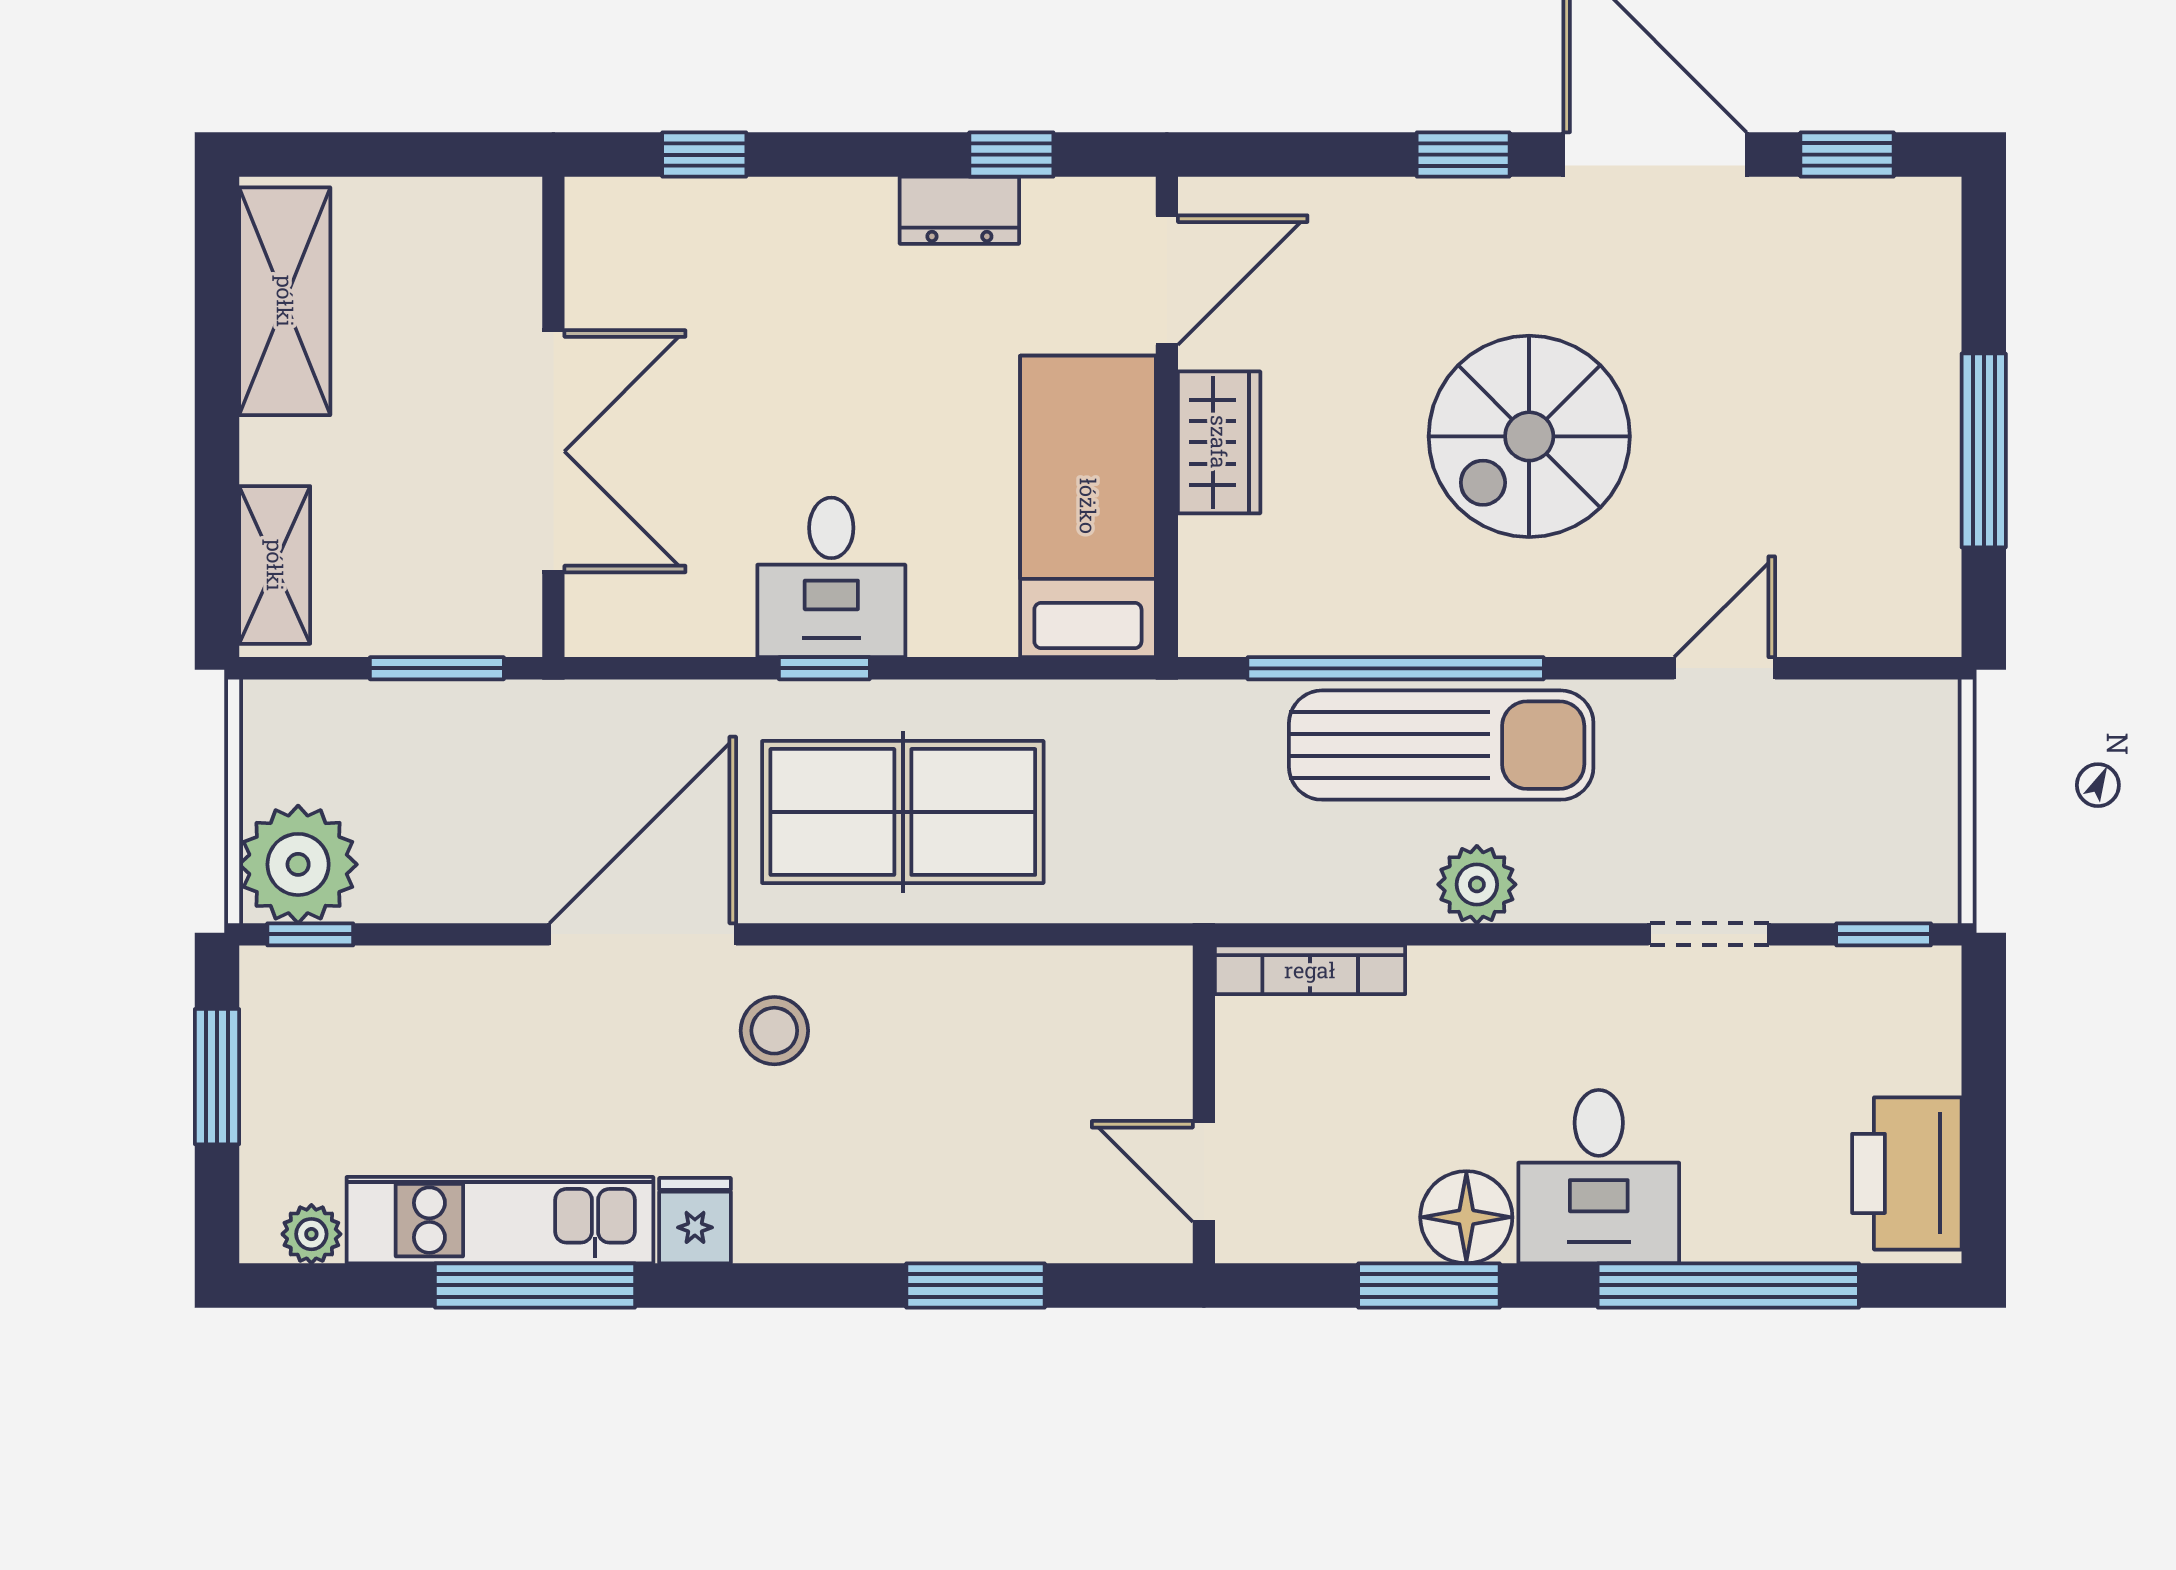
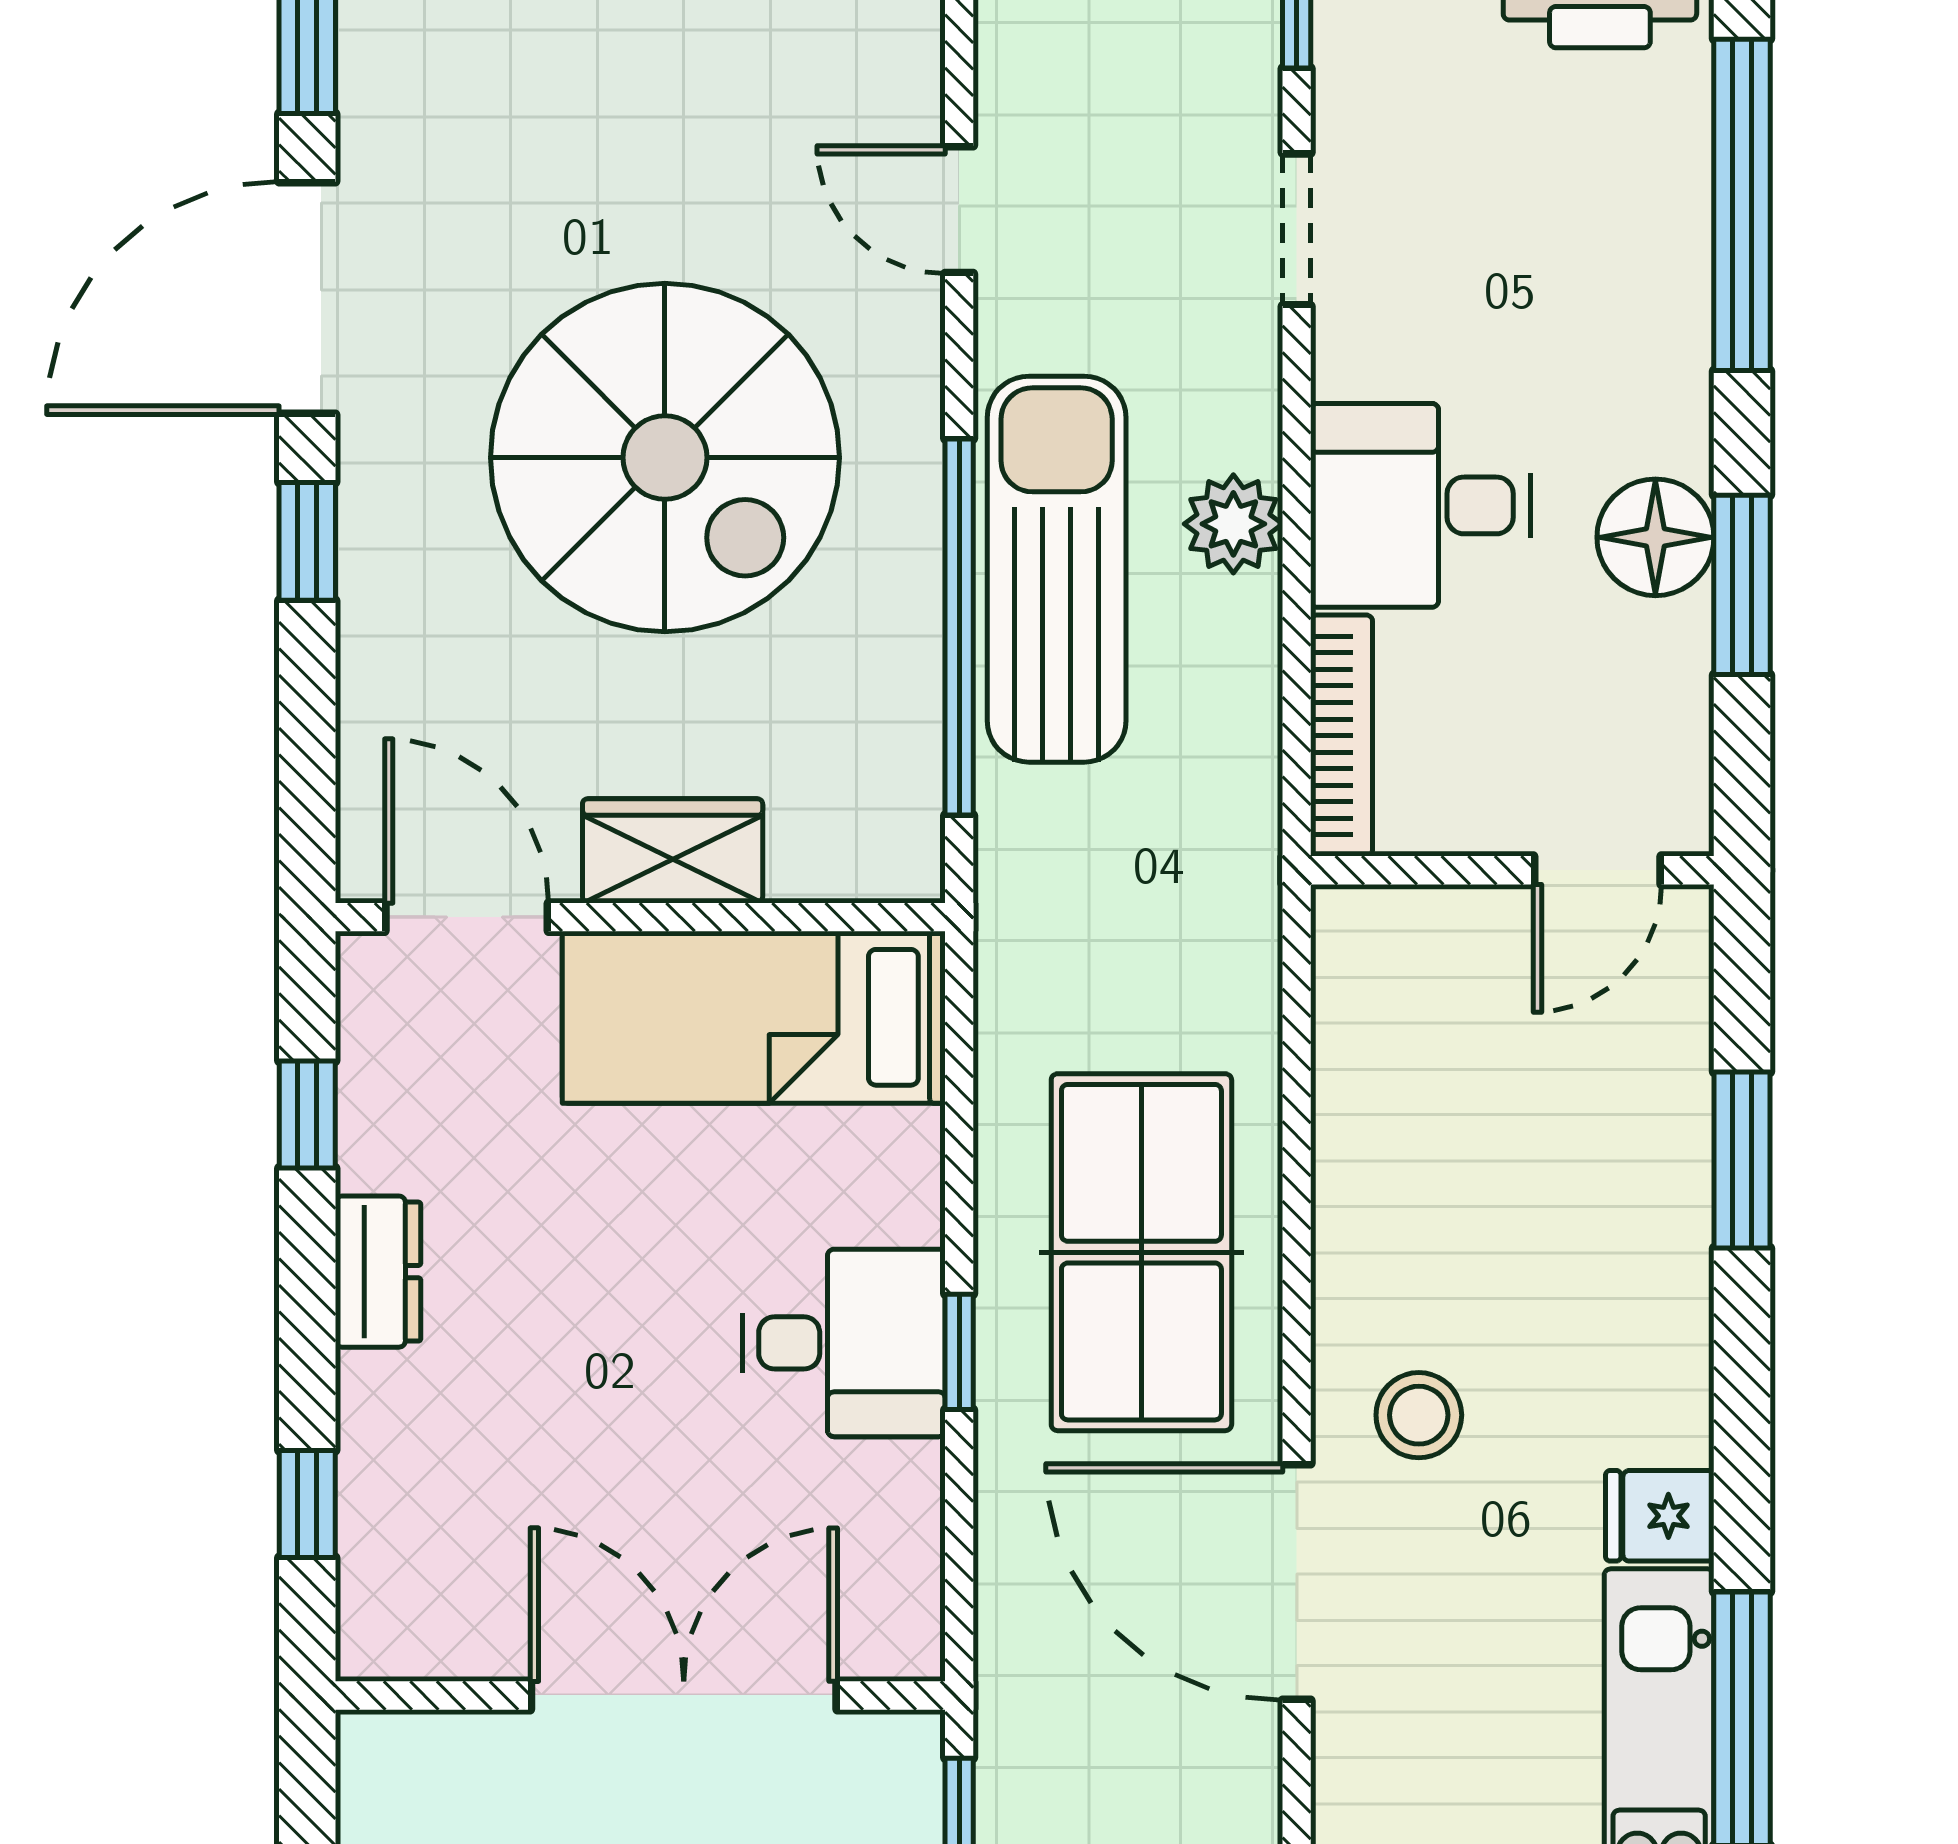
dresser: (959, 210) -> (378, 1272), moved
spiral stairs: (1529, 436) -> (665, 458), width x1.37, depth x1.37
desk: (1599, 1177) -> (1421, 505), moved, turned 180

